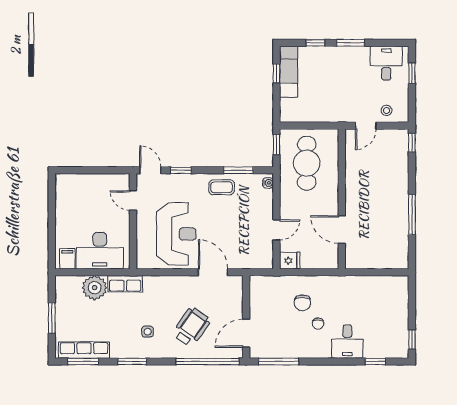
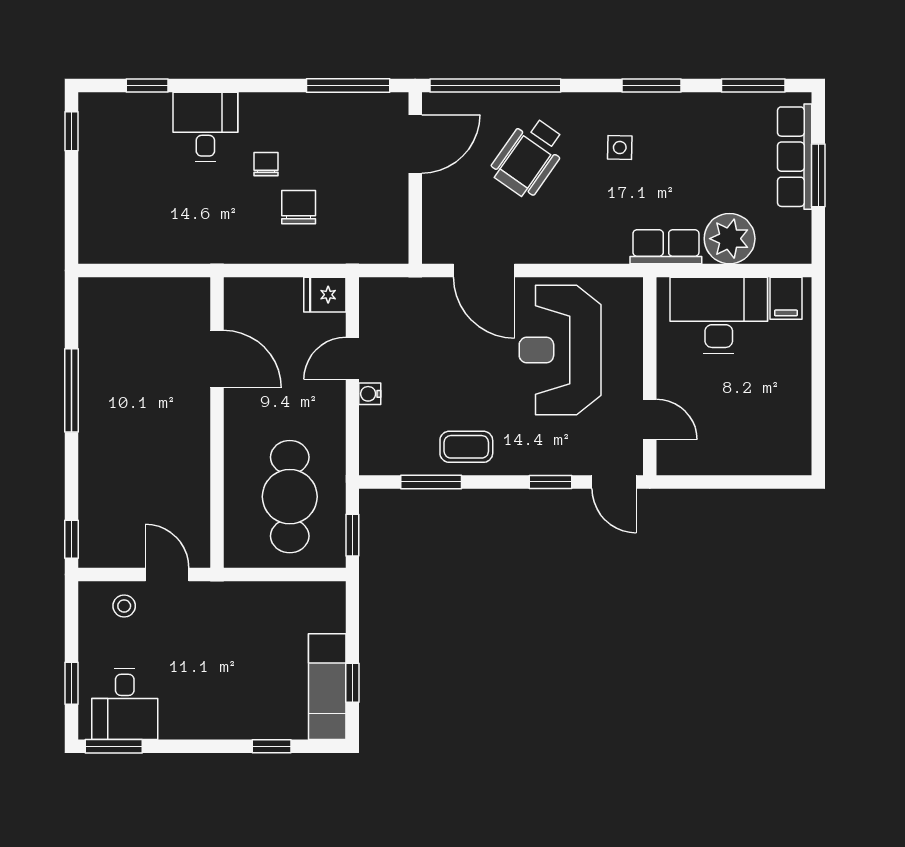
window: (351, 43) -> (114, 746), moved
door: (366, 126) -> (167, 574), hinge flipped
water cooler: (268, 183) -> (370, 394), moved
row of seats: (84, 350) -> (795, 157), moved, turned 90

